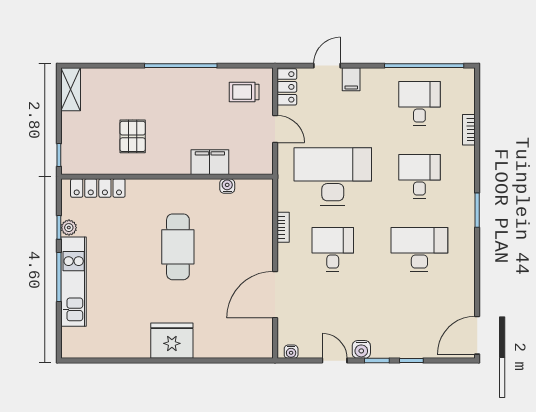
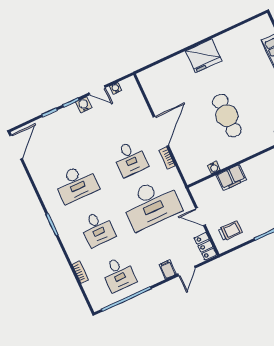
door: (275, 295) -> (161, 131), moved
water cooler: (291, 352) -> (116, 88), moved

